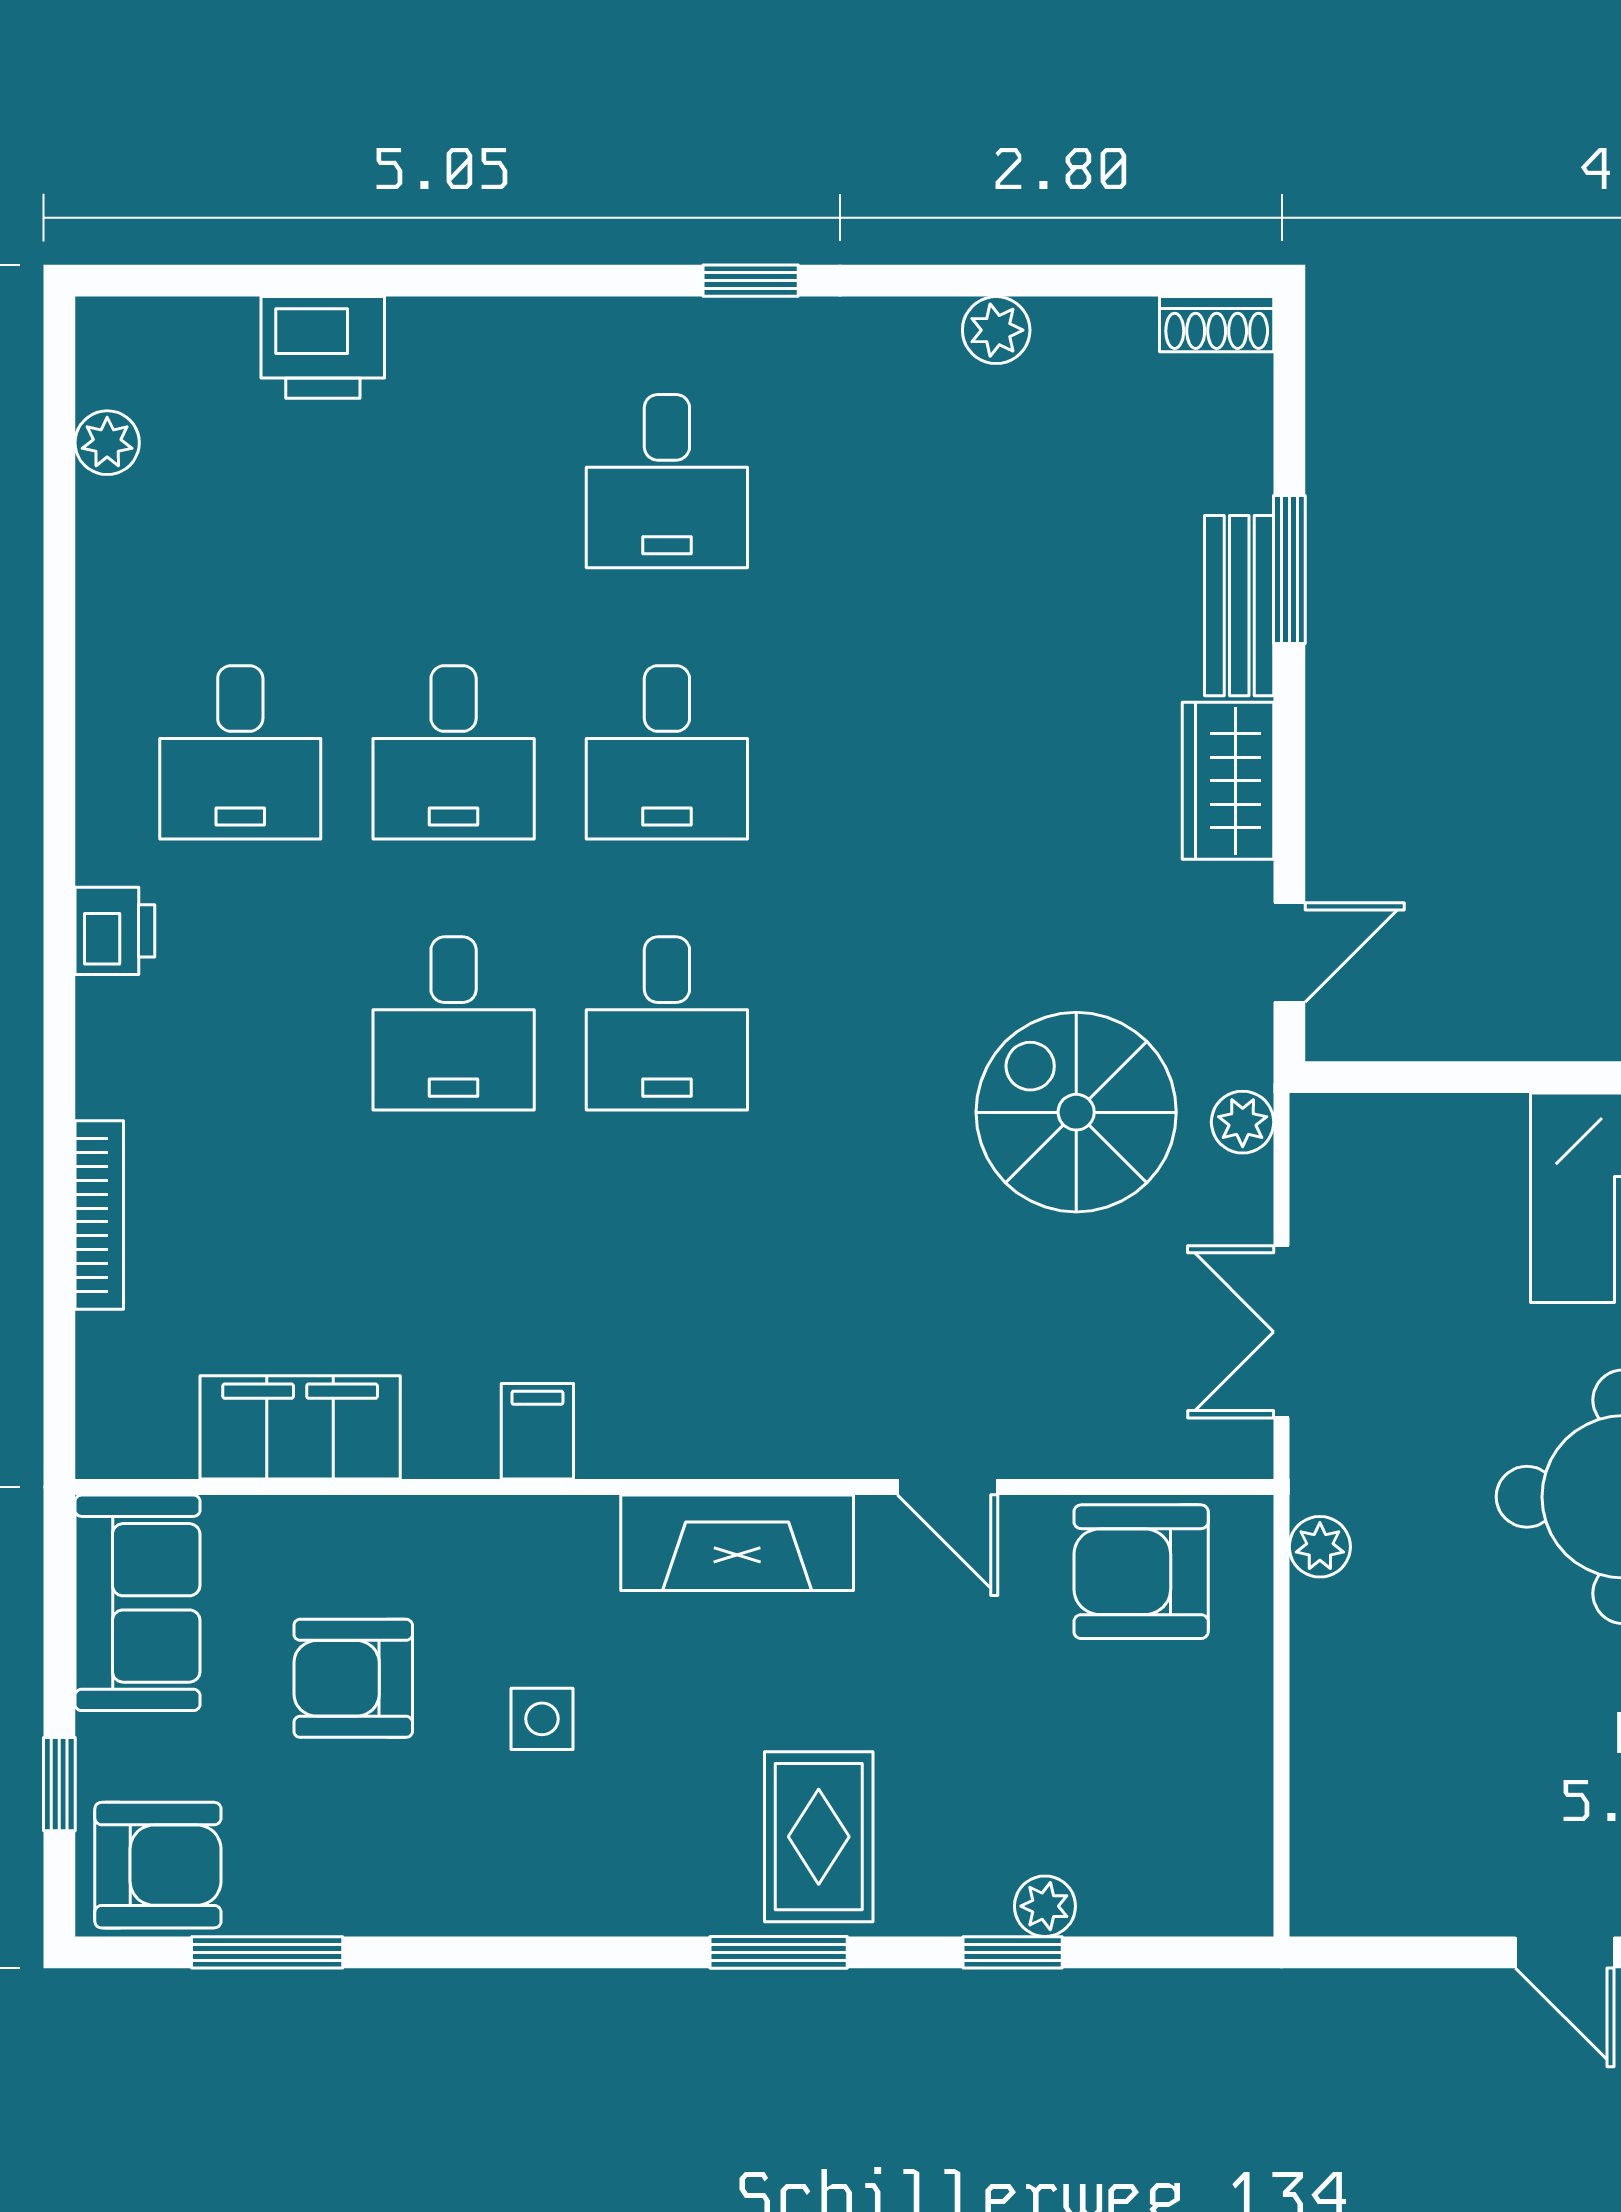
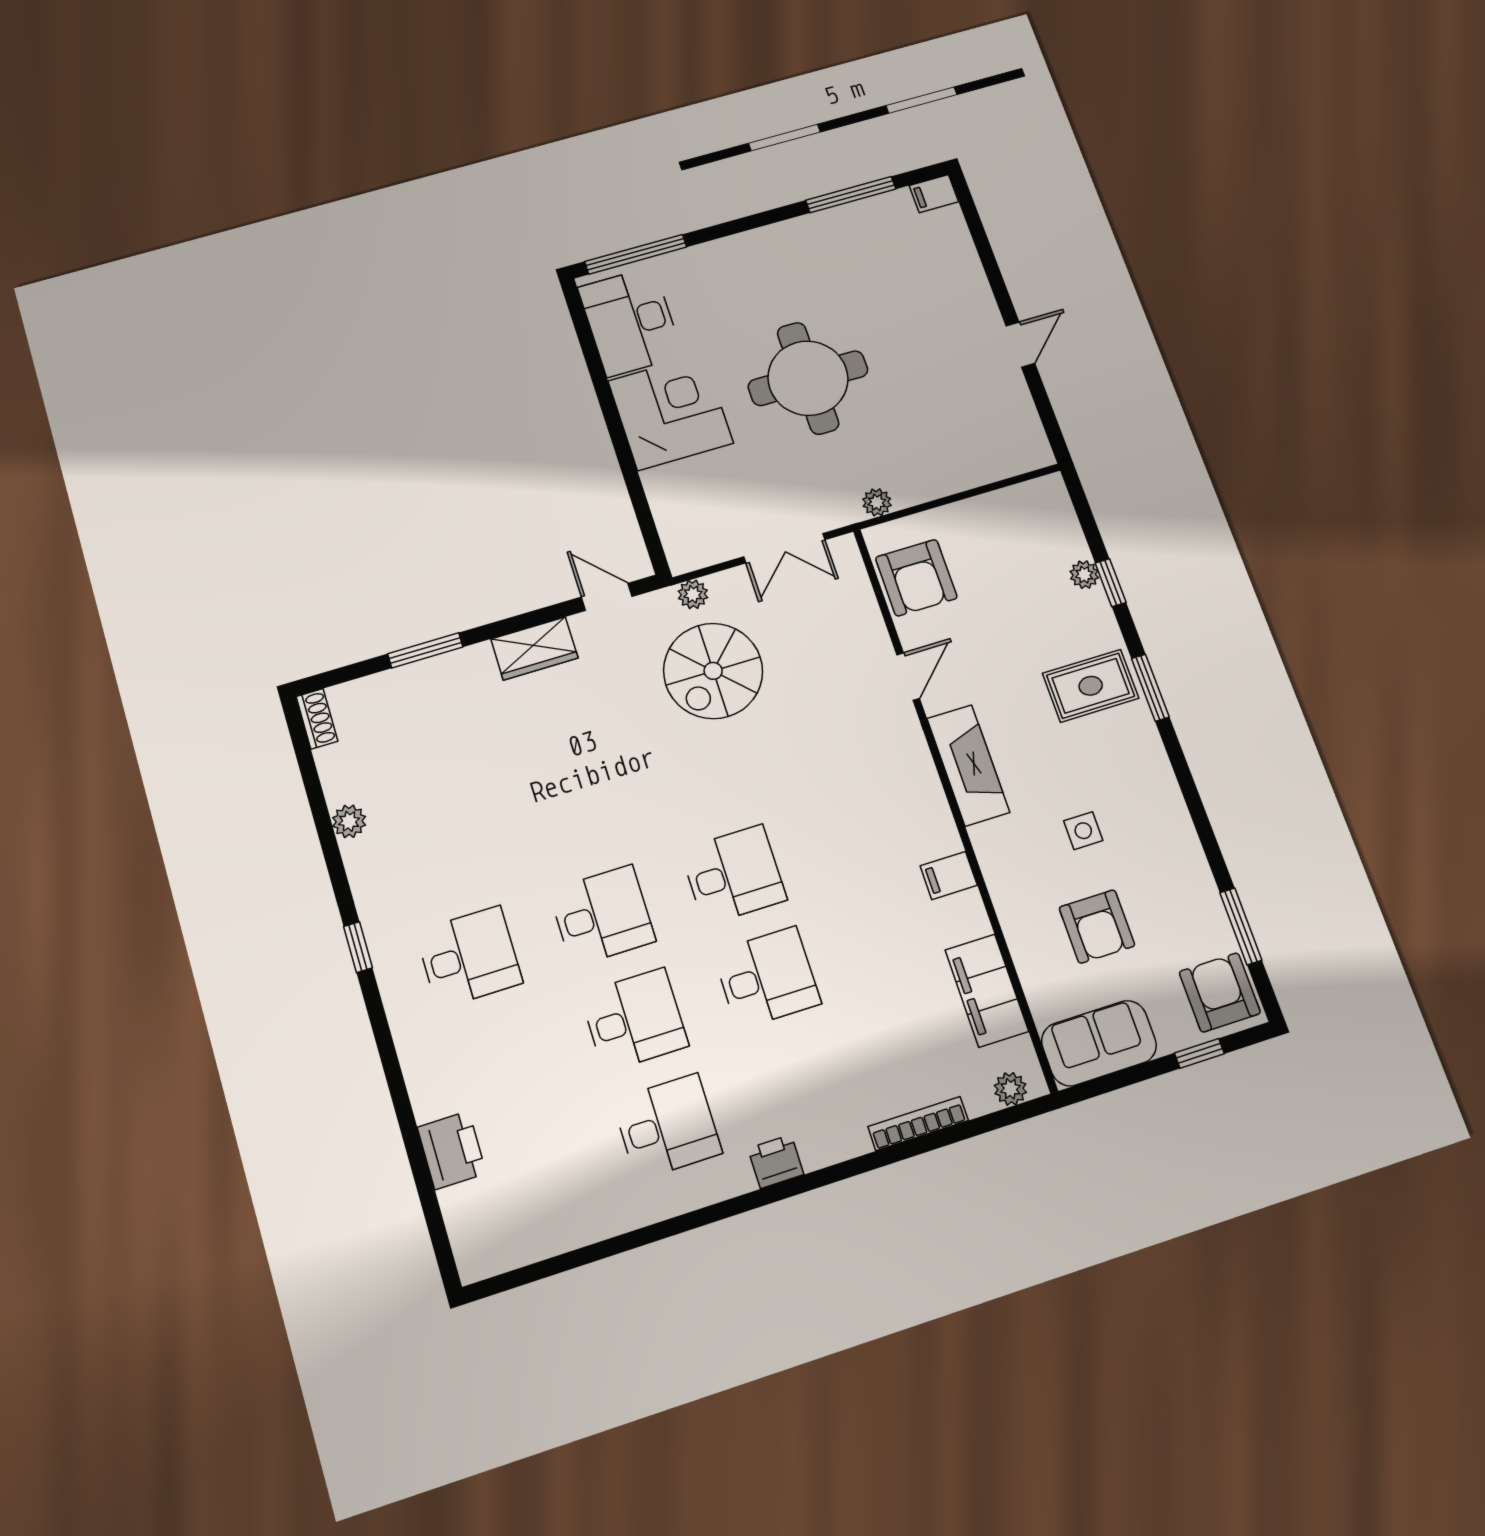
plant: (107, 443) -> (1010, 1089), moved
bench: (1239, 606) -> (449, 668), removed

